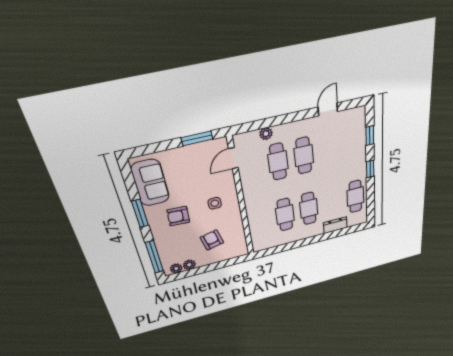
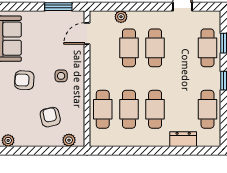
cafe table: (354, 144) -> (207, 48), added
cafe table: (261, 221) -> (103, 109), added
plant: (189, 265) -> (69, 140), moved

